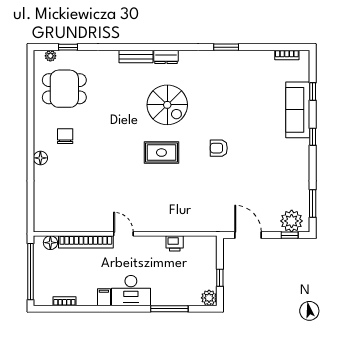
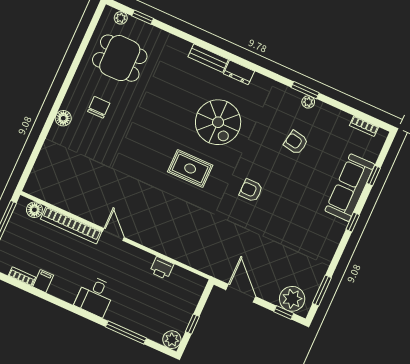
plant: (233, 56) -> (308, 102), added
armchair: (238, 93) -> (296, 142), added
desk: (131, 291) -> (95, 296), width x0.73
filing cabinet: (104, 297) -> (43, 281), moved

